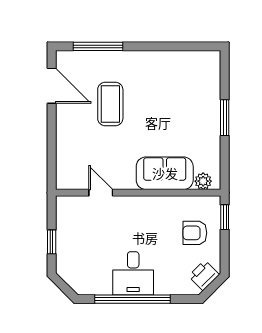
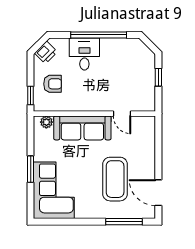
corner sofa: (193, 89) -> (54, 190), added
coffee table: (110, 104) -> (115, 179), width x1.36, depth x1.32
sofa: (165, 173) -> (82, 128), width x1.36
desk: (133, 273) -> (84, 54), moved

